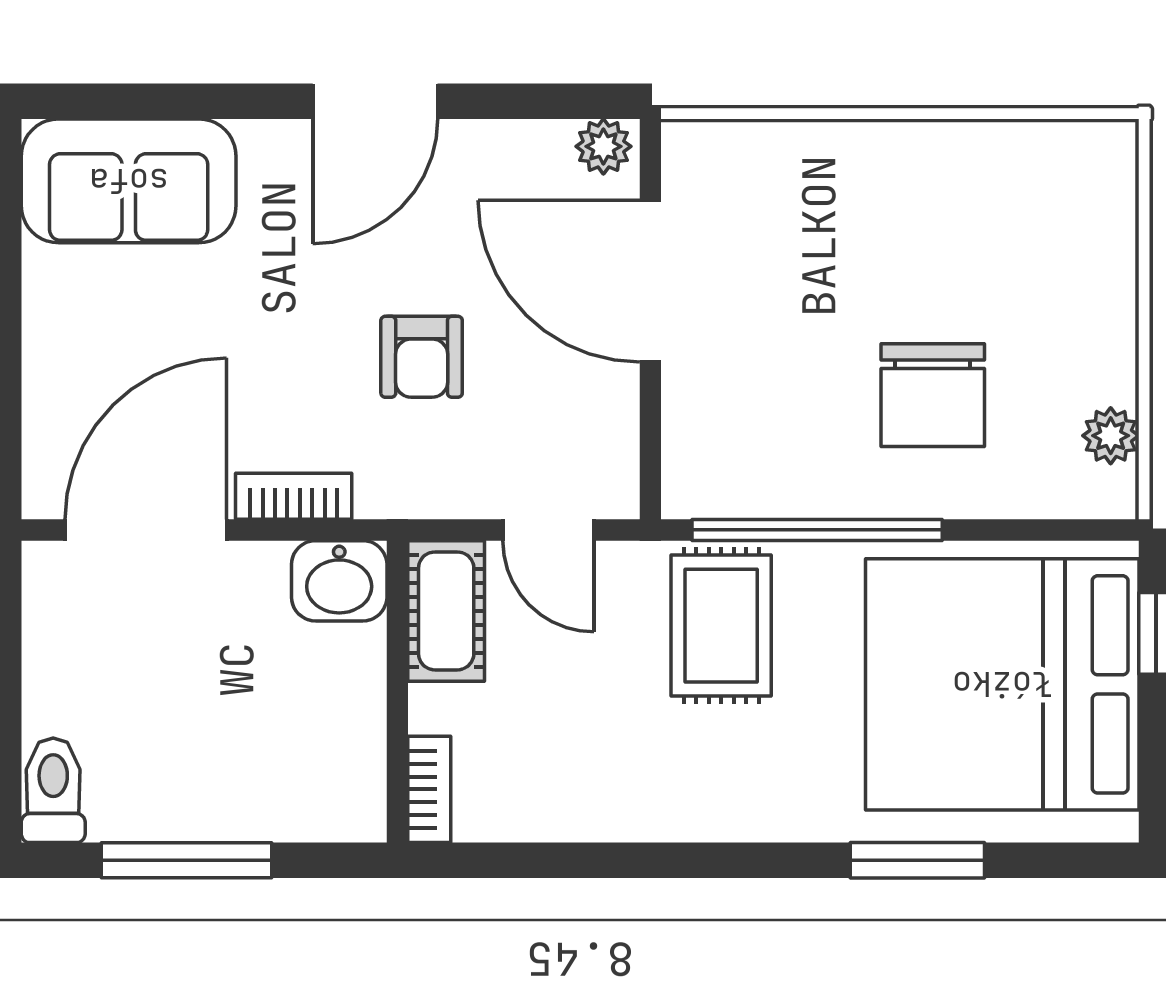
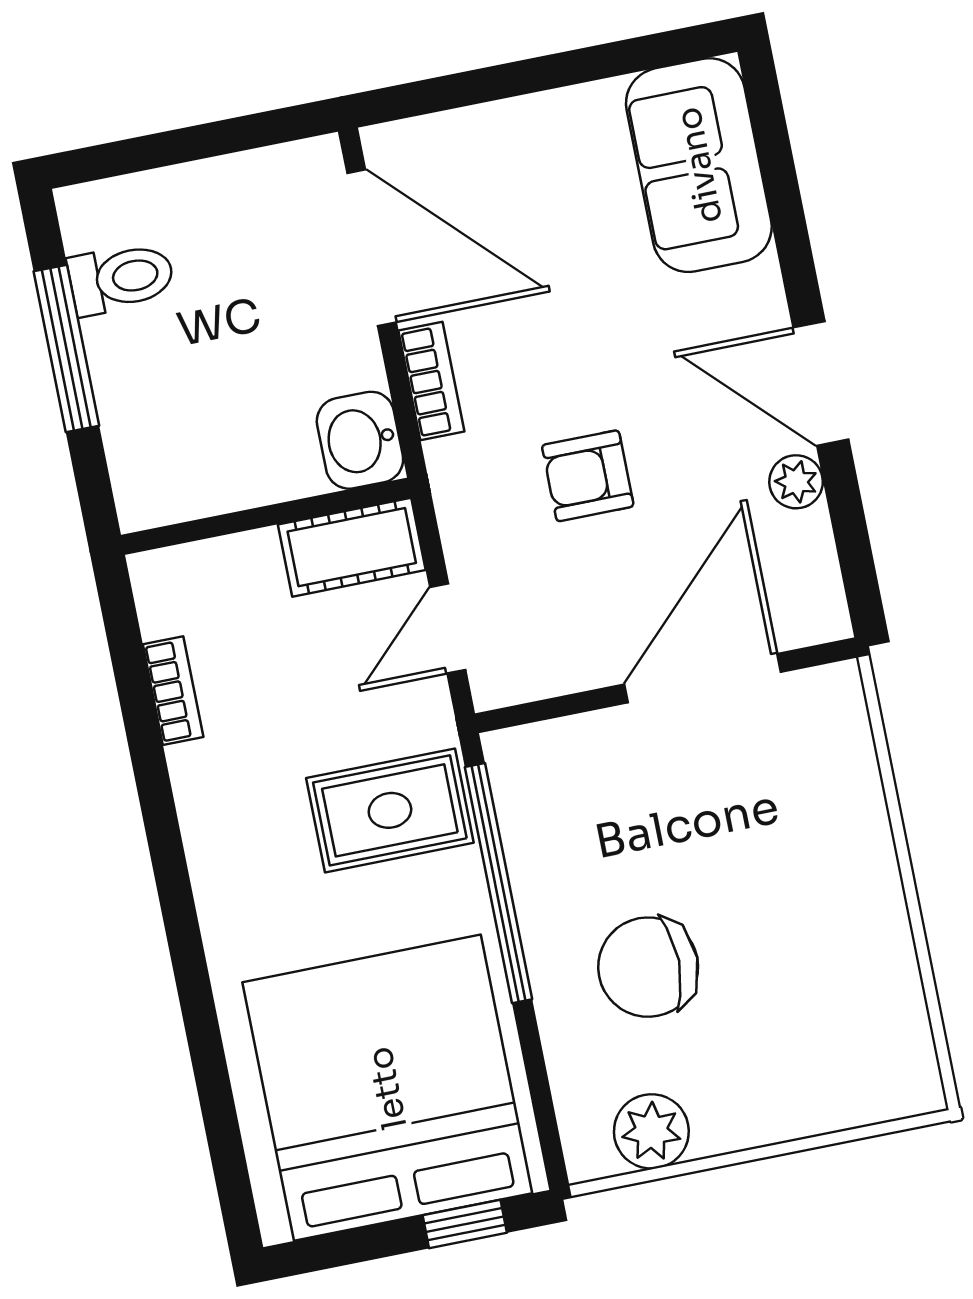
plant: (603, 146) -> (796, 482), moved
plant: (1111, 436) -> (651, 1131), width x1.38, depth x1.38
bookcase: (429, 789) -> (173, 691), moved, turned -90
toilet: (53, 790) -> (121, 278), moved
window: (917, 860) -> (205, 1041), removed

